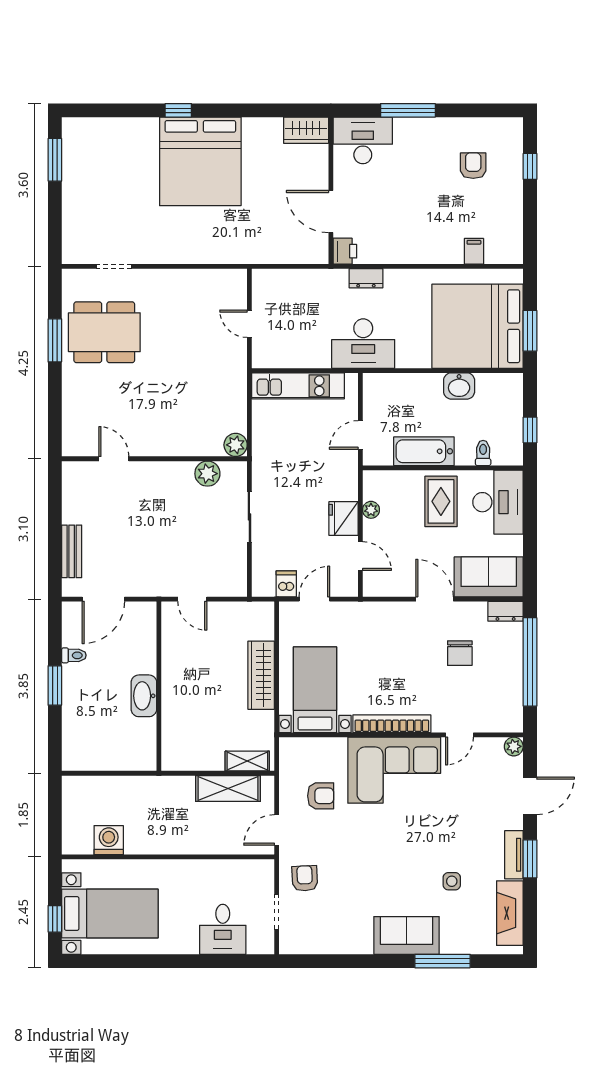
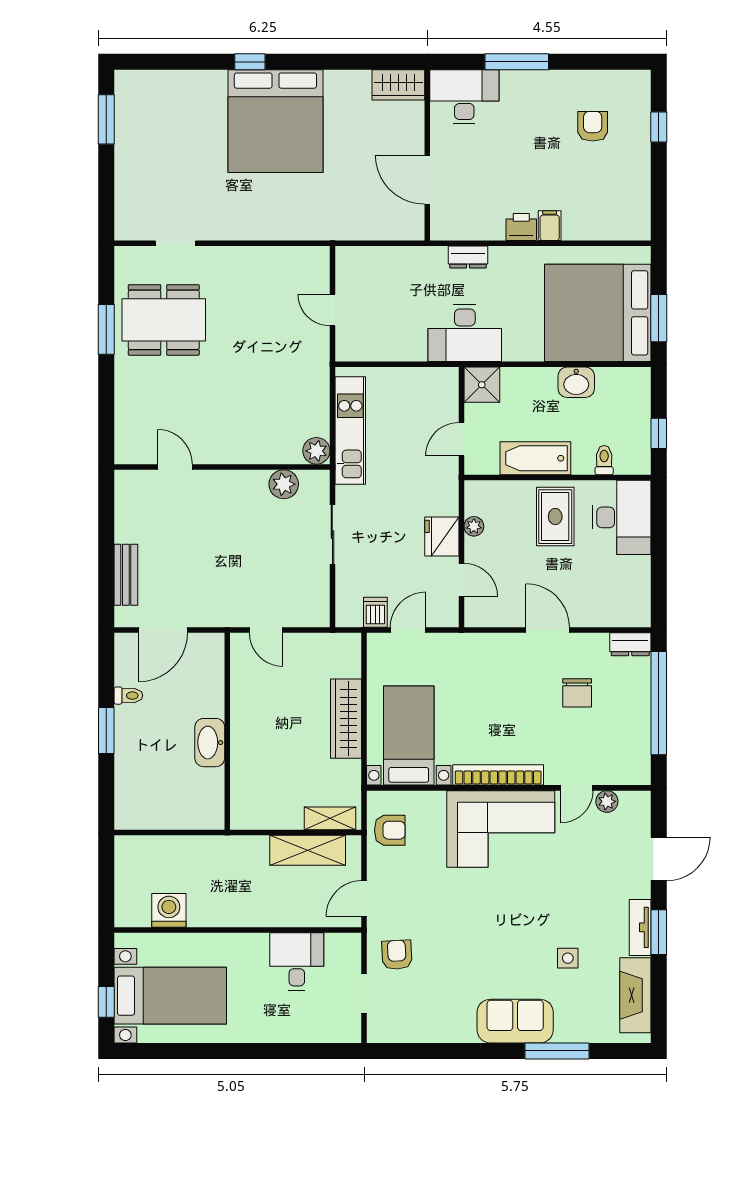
printer: (345, 251) -> (521, 227), moved, turned -90
filing cabinet: (474, 251) -> (550, 226), moved
kitchen unit: (298, 386) -> (350, 431), moved, turned -90
shower: (378, 388) -> (482, 385), added
sofa: (489, 577) -> (611, 604), removed
plant: (514, 746) -> (607, 801), moved
armchair: (321, 796) -> (390, 830), moved
desk: (223, 929) -> (297, 962), moved, turned 180

